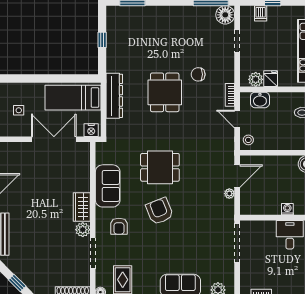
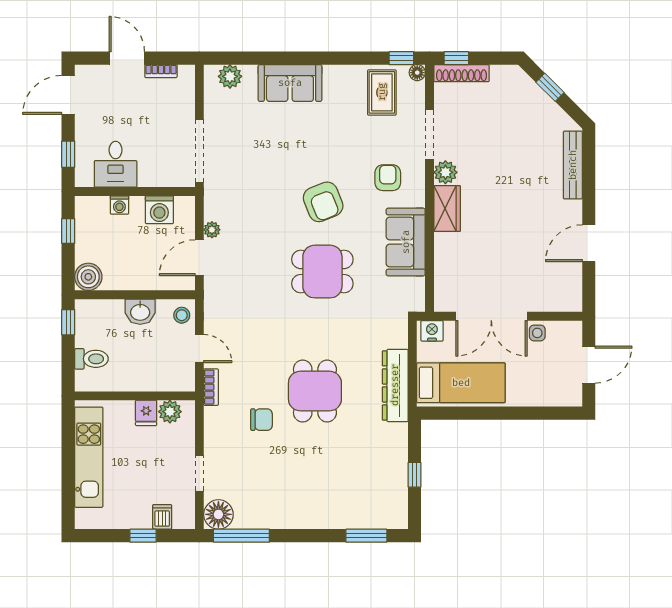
washbasin: (260, 100) -> (140, 312), moved, turned 180
side table: (19, 110) -> (537, 333), moved
washing machine: (262, 206) -> (159, 210), added

